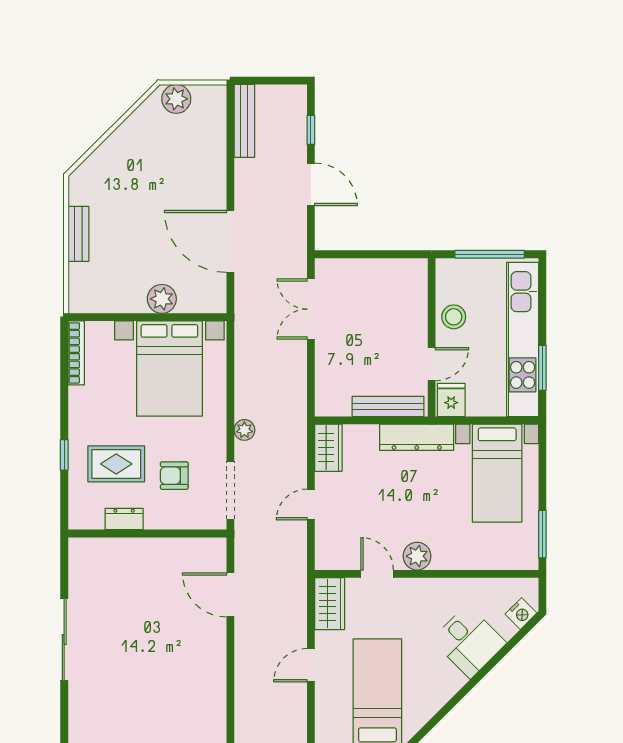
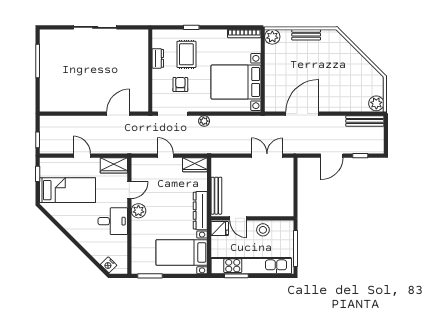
plant: (176, 99) -> (376, 103), moved
plant: (162, 299) -> (272, 37), moved
desk: (469, 641) -> (113, 221), moved, turned -135

